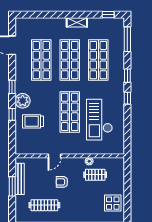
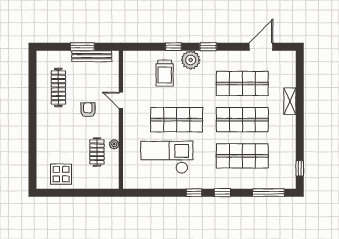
shelving: (77, 22) -> (290, 101), moved
trolley: (33, 121) -> (165, 73), turned 180

